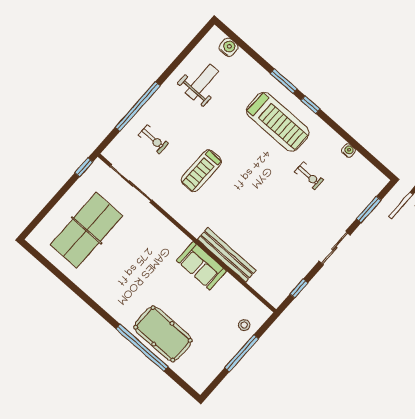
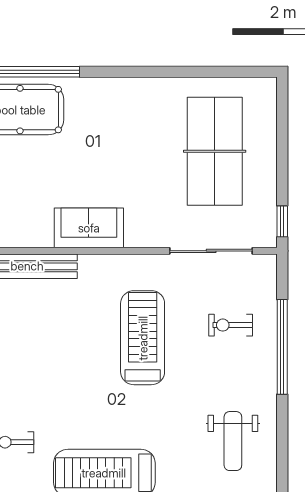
treadmill: (201, 171) -> (143, 338), width x1.37, depth x1.38
sofa: (201, 266) -> (89, 228), moved

